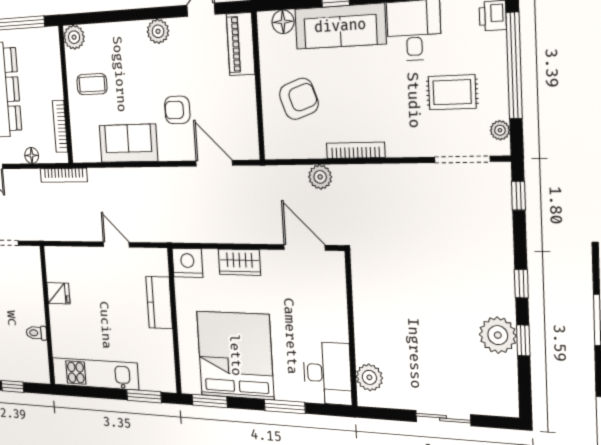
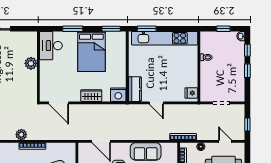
plant: (320, 177) -> (21, 135), moved
fridge: (58, 293) -> (191, 93), moved
kitchen counter: (159, 303) -> (135, 89), moved
bed: (235, 355) -> (91, 52), width x0.73
kitchen unit: (95, 374) -> (165, 38), width x1.36
plant: (369, 377) -> (31, 63), moved

